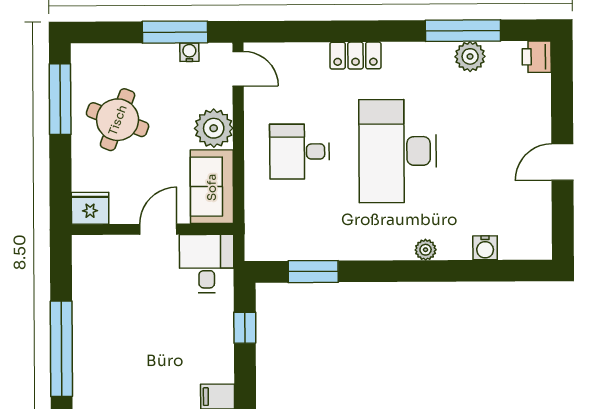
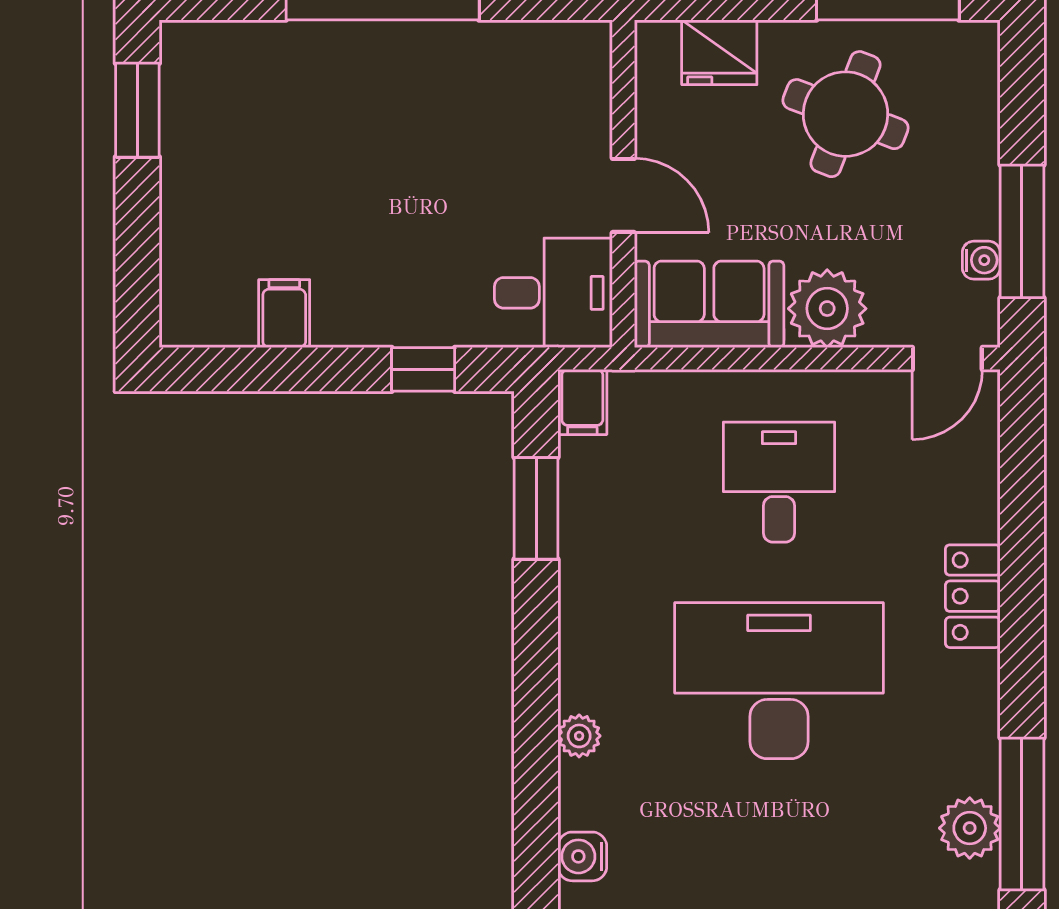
fridge: (90, 208) -> (719, 52), moved, turned 90
filing cabinet: (261, 249) -> (582, 402), added

